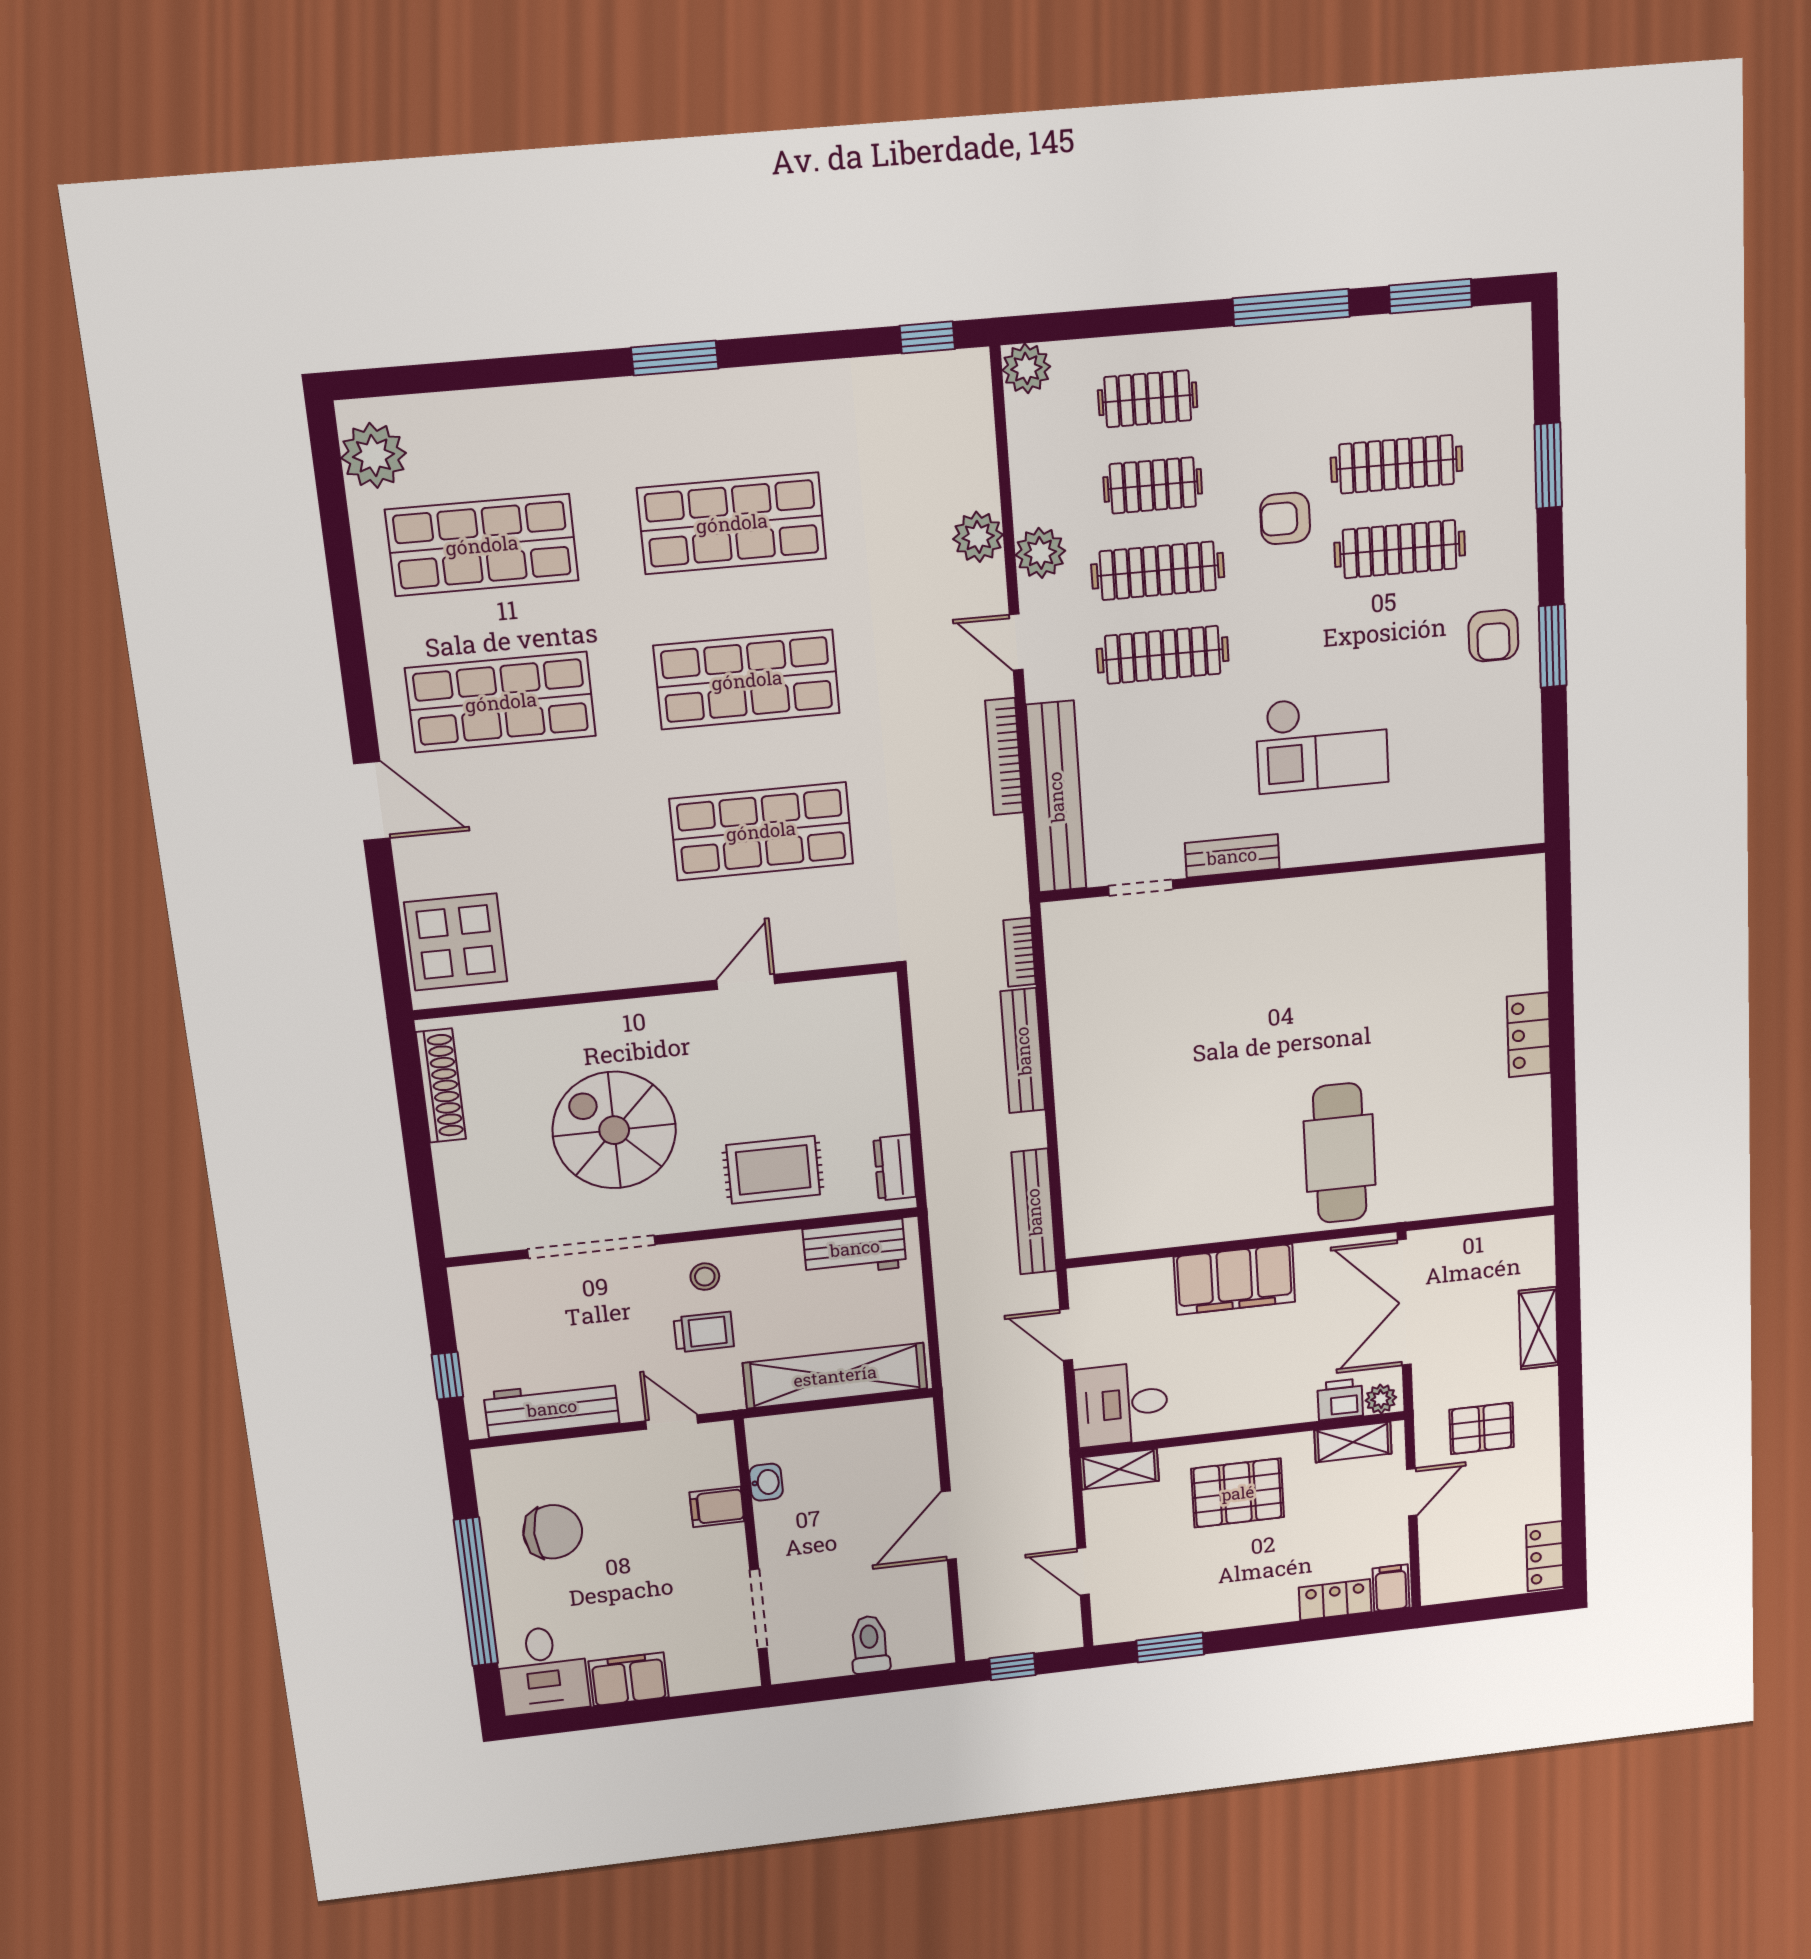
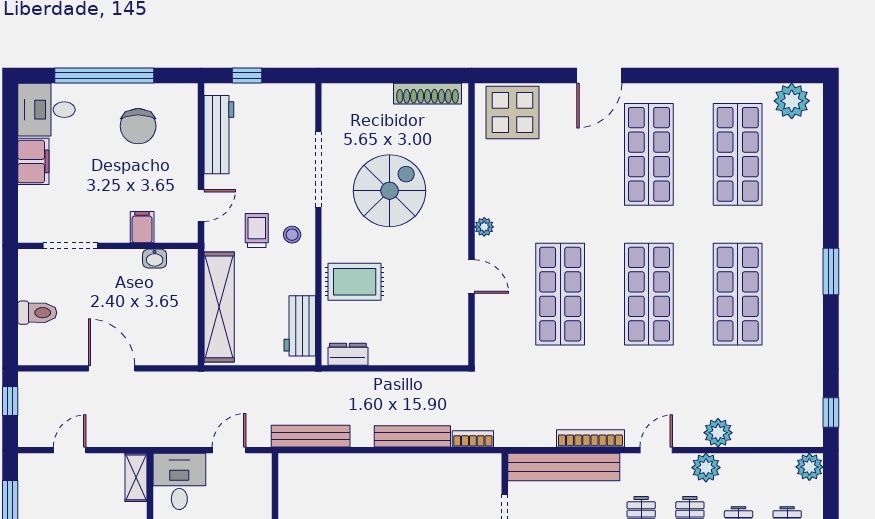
plant: (659, 970) -> (484, 227), added
rug: (773, 1170) -> (355, 282), turned 90
trolley: (704, 1332) -> (257, 231), turned 180

